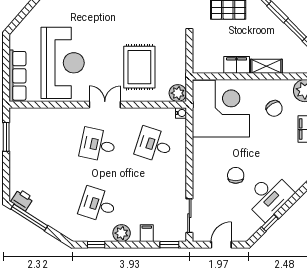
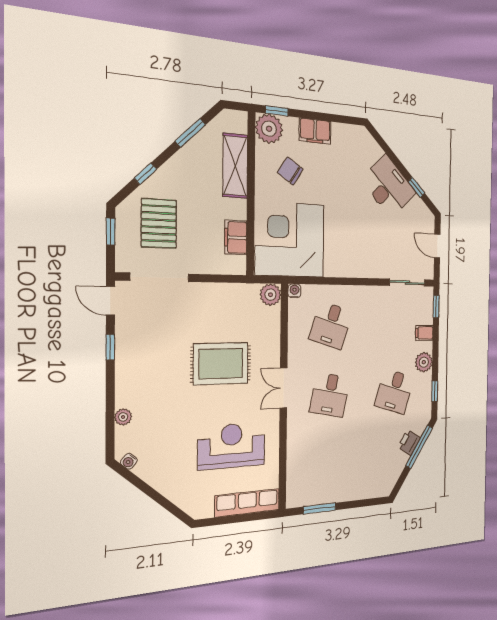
reception desk: (63, 63) -> (232, 446), width x0.74, depth x0.77
filing cabinet: (237, 65) -> (236, 238), moved
shelving: (266, 66) -> (235, 166), width x1.50, depth x1.33
rug: (139, 67) -> (221, 364), moved
chair: (274, 108) -> (290, 171), turned -116
chair: (236, 175) -> (366, 225), removed
printer: (22, 200) -> (409, 442), moved
window: (29, 217) -> (419, 447), moved

